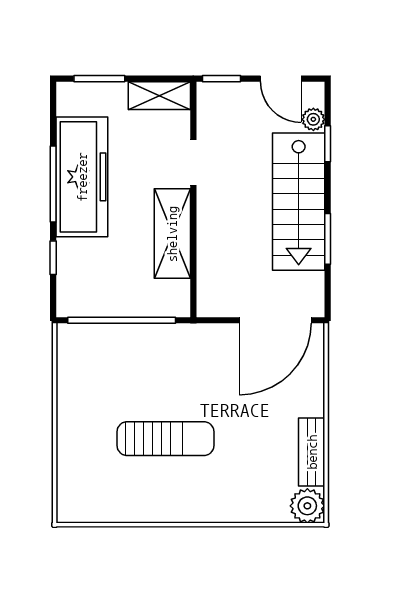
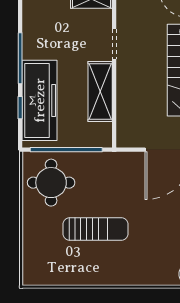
freezer: (82, 177) -> (40, 100), moved
round table: (99, 369) -> (51, 183), added

